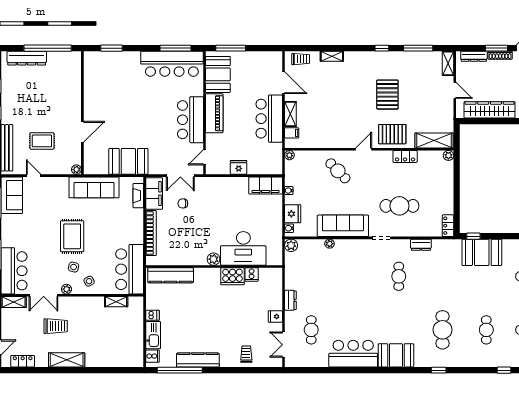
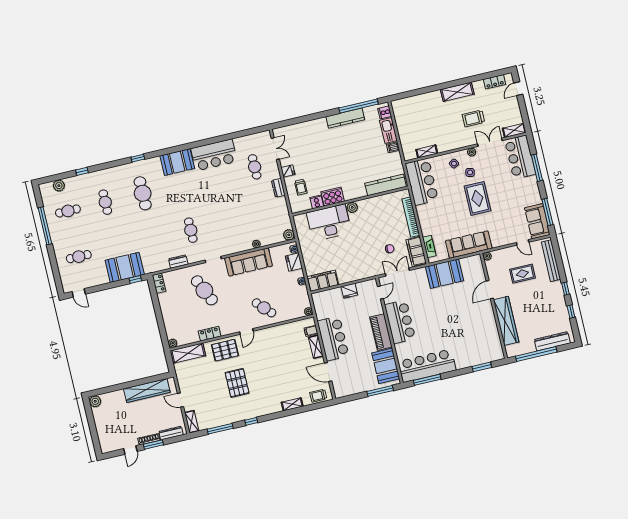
wardrobe: (73, 93) -> (506, 321), added
cafe table: (399, 206) -> (204, 290), turned 65
trolley: (246, 354) -> (301, 187), moved

